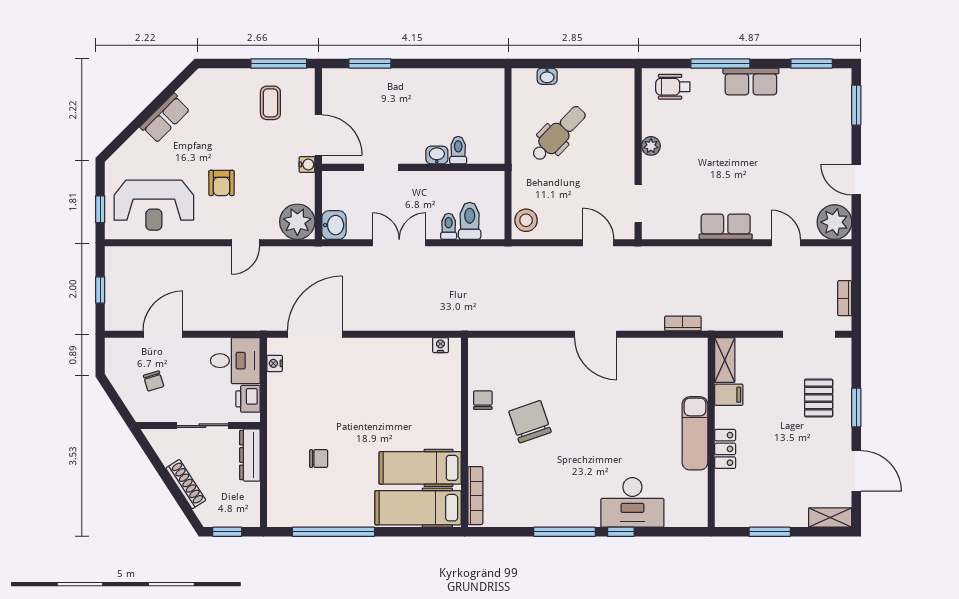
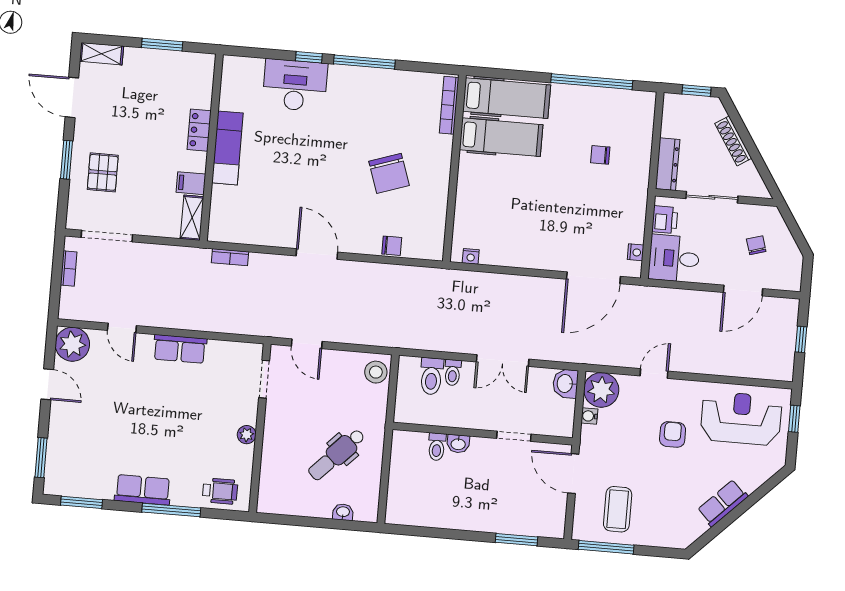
coffee table: (270, 103) -> (618, 509), width x1.36, depth x1.30
water cooler: (307, 164) -> (589, 416), moved
chair: (483, 400) -> (392, 246), moved, turned -90

